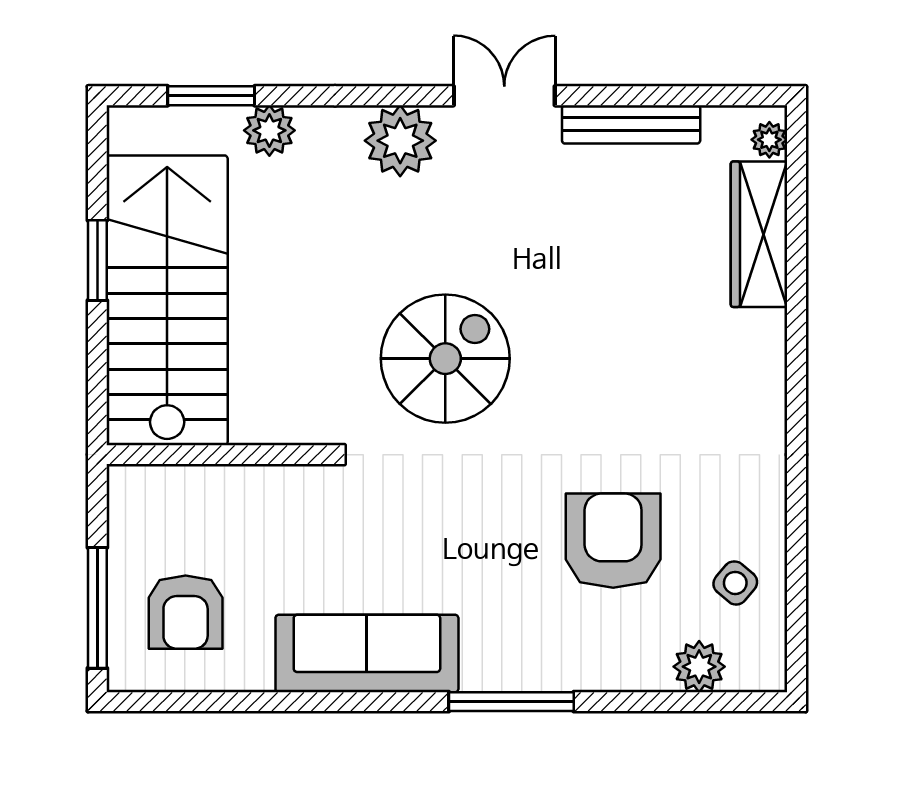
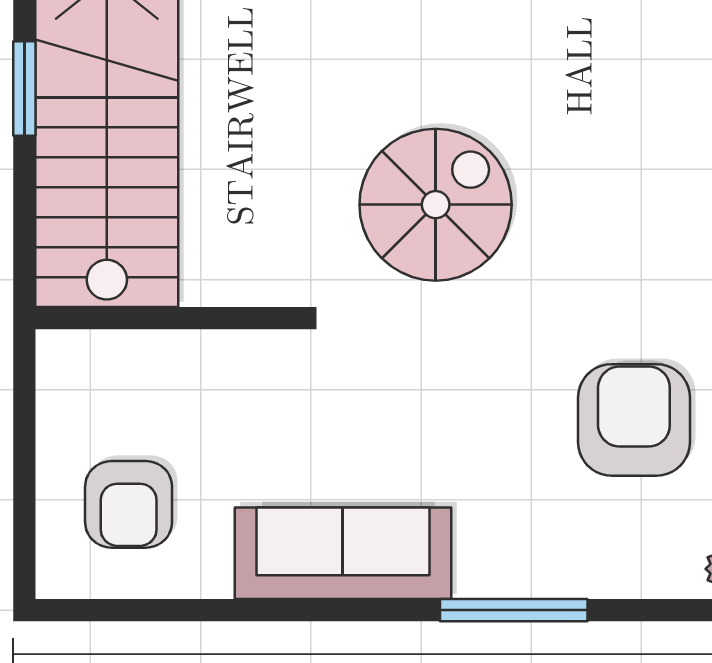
window: (97, 608) -> (24, 499), removed

